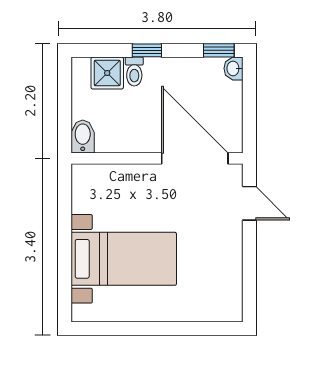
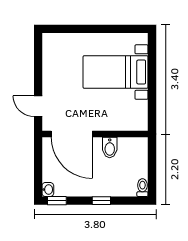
toilet: (134, 72) -> (142, 188), moved
shower: (107, 73) -> (126, 187), removed
bidet: (83, 136) -> (110, 148), moved

